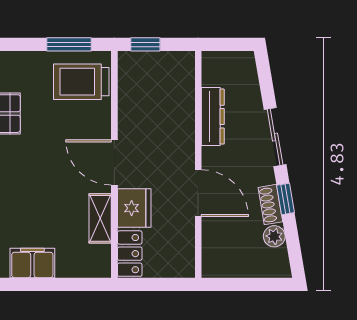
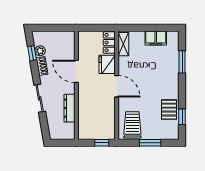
window: (69, 44) -> (150, 143), moved
trolley: (81, 82) -> (132, 125), turned -90
window: (286, 199) -> (32, 53), moved
shelving: (100, 218) -> (123, 44), moved

